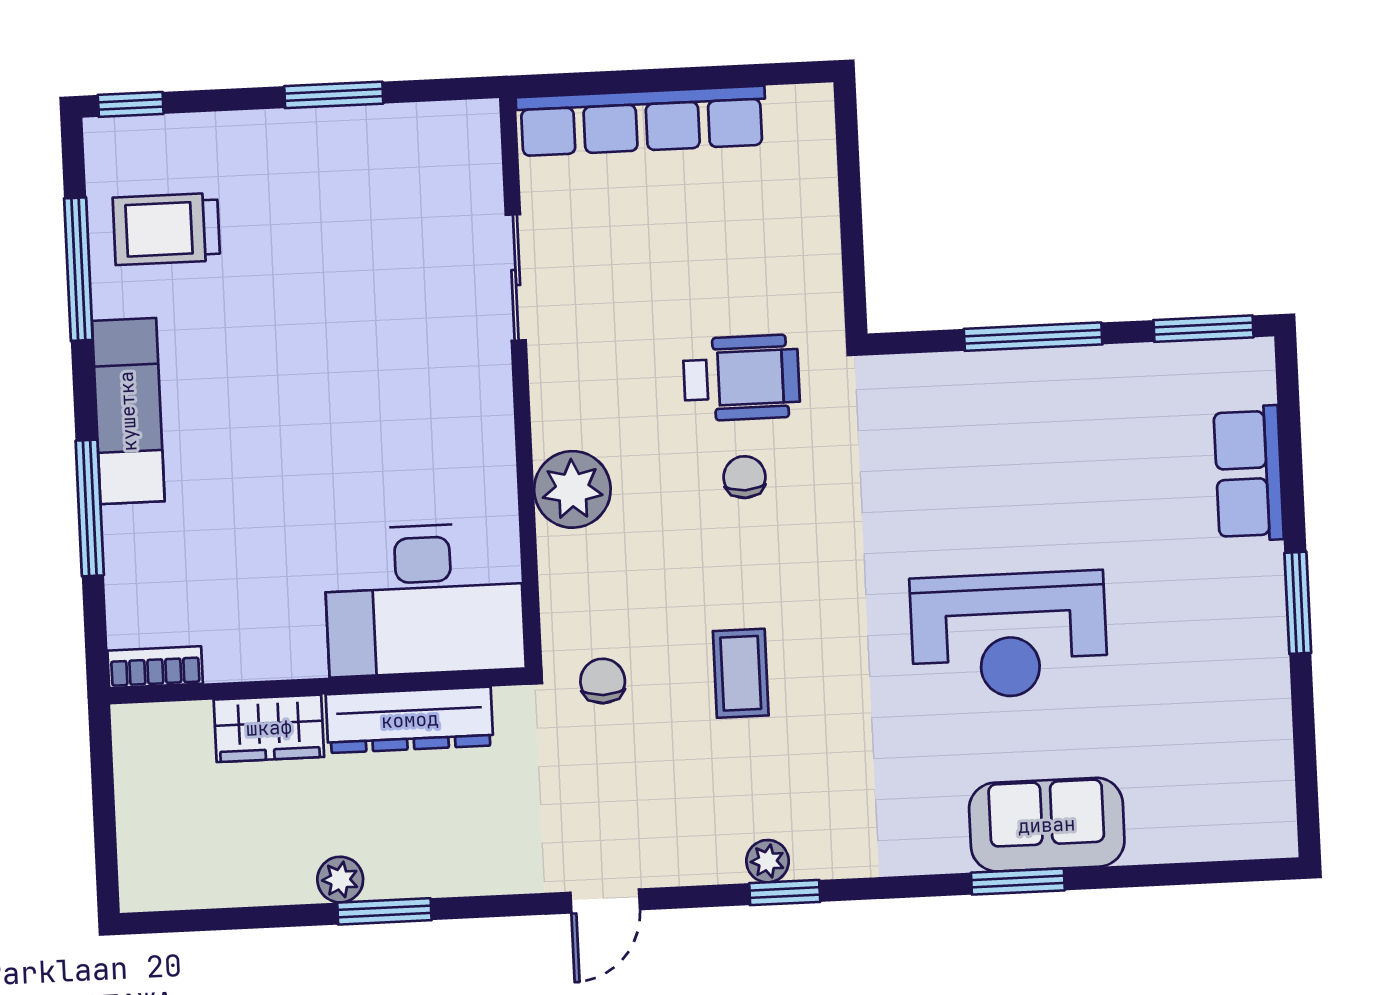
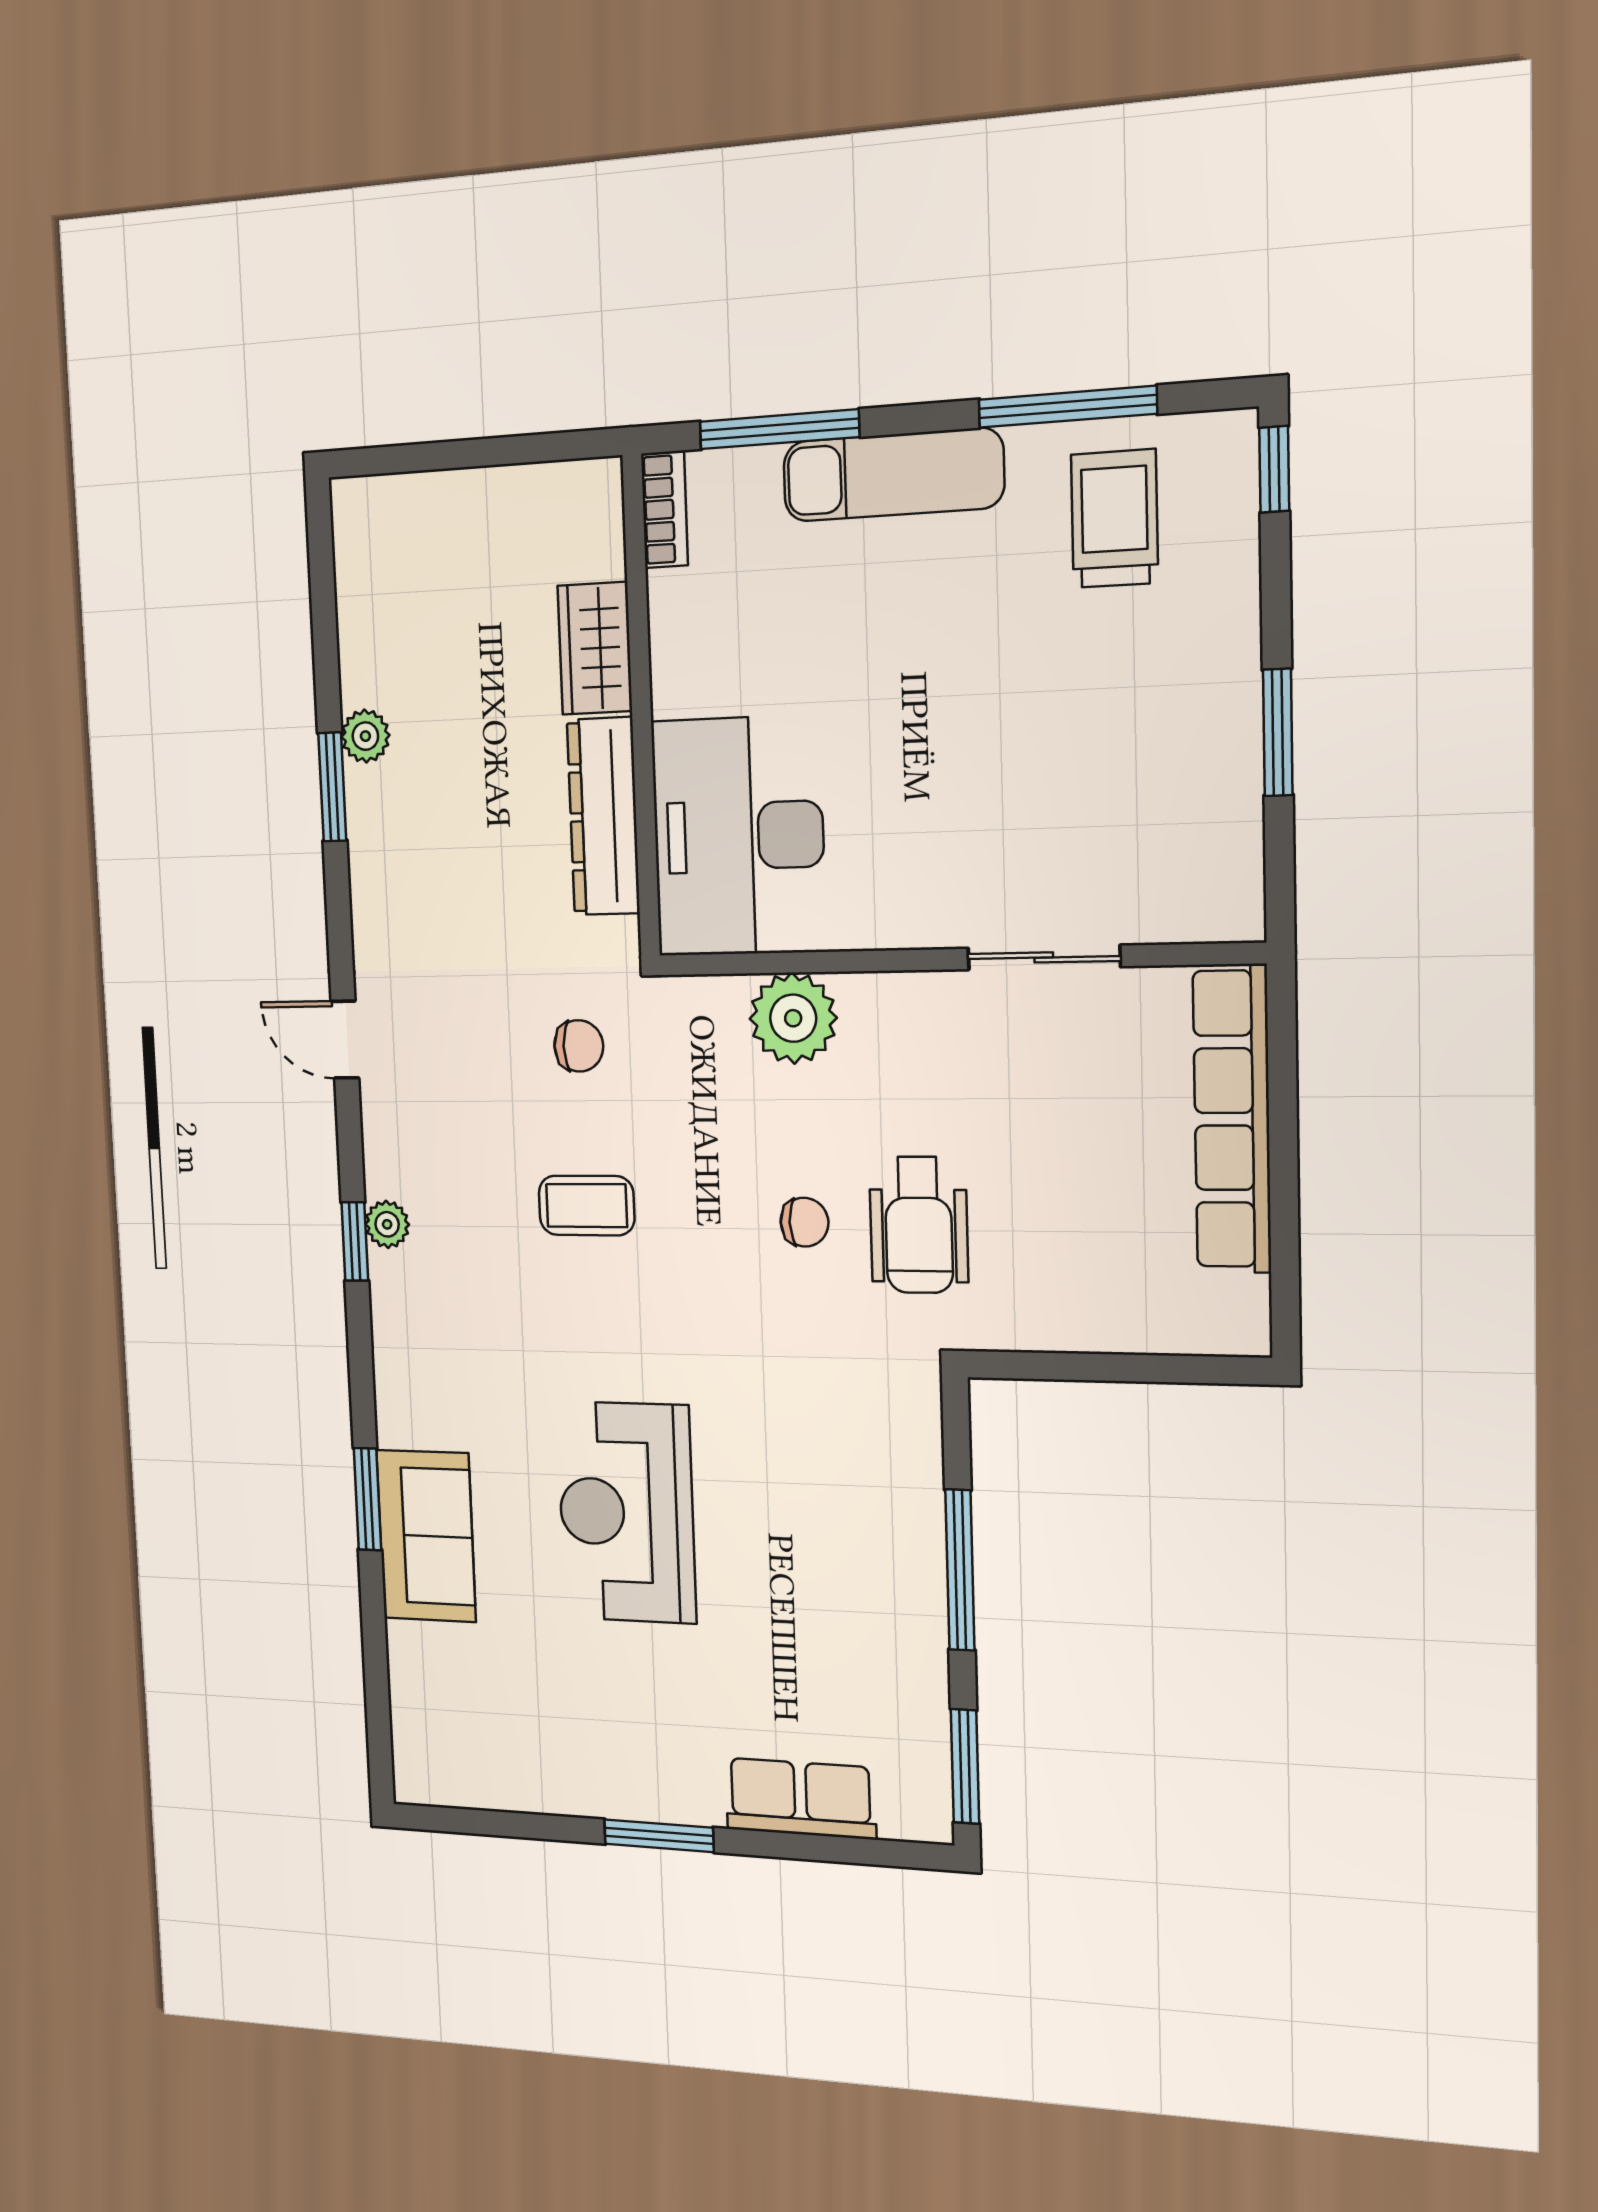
desk: (424, 599) -> (738, 836), moved
bookcase: (155, 667) -> (664, 509), moved
wall: (318, 686) -> (641, 707), moved
dresser: (410, 720) -> (603, 816), moved
wardrobe: (269, 728) -> (595, 648), moved

